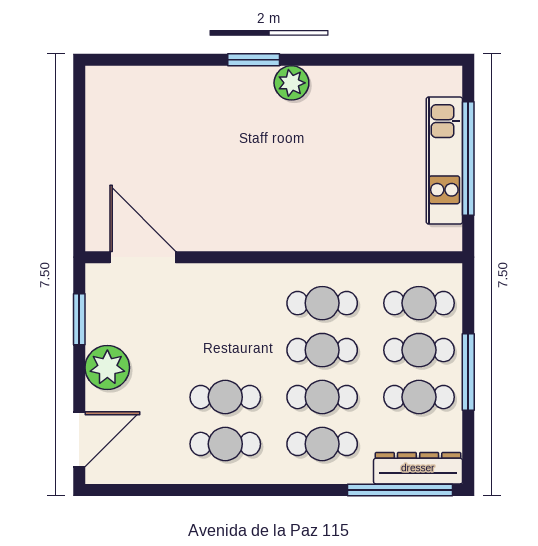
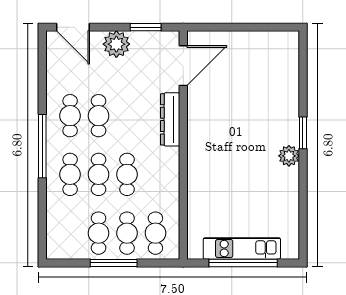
cafe table: (322, 303) -> (155, 174), removed
dresser: (418, 468) -> (170, 119), moved, turned 180
window: (400, 490) -> (42, 146), moved

